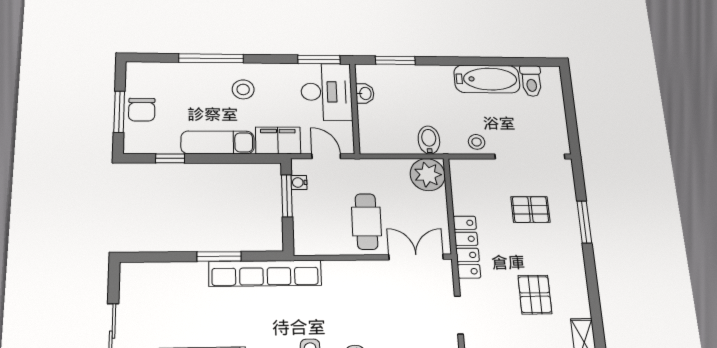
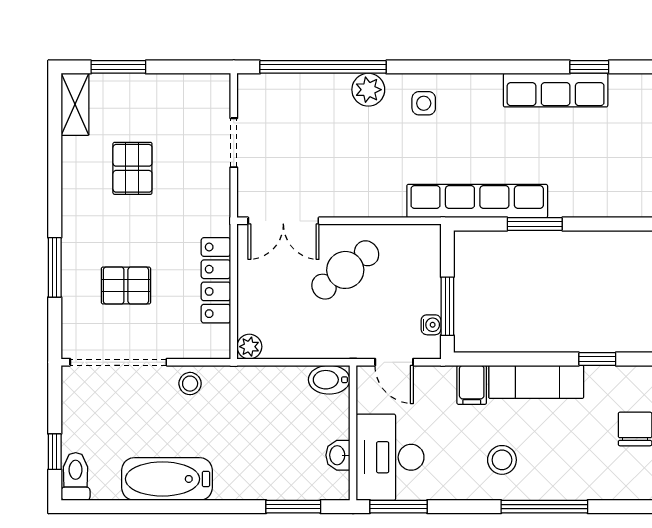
toilet: (531, 81) -> (76, 476), moved
window: (568, 97) -> (55, 452), added
filing cabinet: (278, 140) -> (472, 385), width x0.50
bidet: (429, 140) -> (329, 380), moved, turned 90
plant: (428, 175) -> (249, 347), width x0.53, depth x0.53
cafe table: (366, 221) -> (345, 270), turned 52
locker: (467, 247) -> (216, 280), moved

